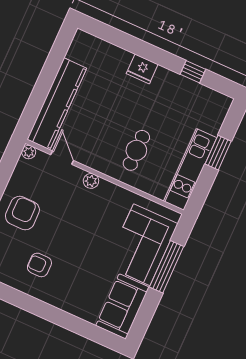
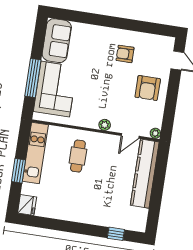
fridge: (142, 69) -> (27, 205), moved, turned 90
window: (193, 72) -> (116, 234), moved
door: (62, 158) -> (130, 136), hinge flipped
armchair: (39, 265) -> (125, 54), turned 180

